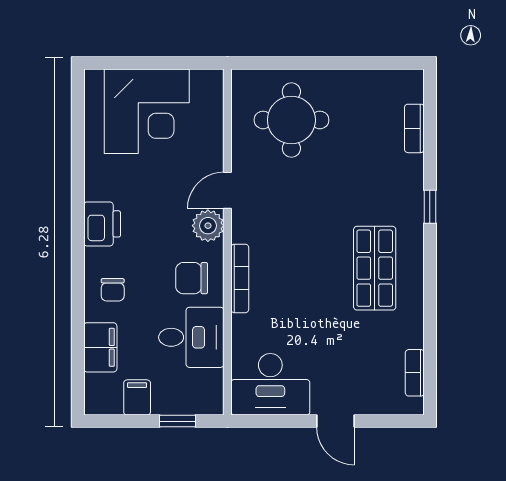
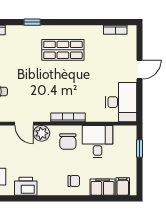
printer: (102, 224) -> (26, 186), moved
filing cabinet: (137, 397) -> (123, 187), moved, turned 90

